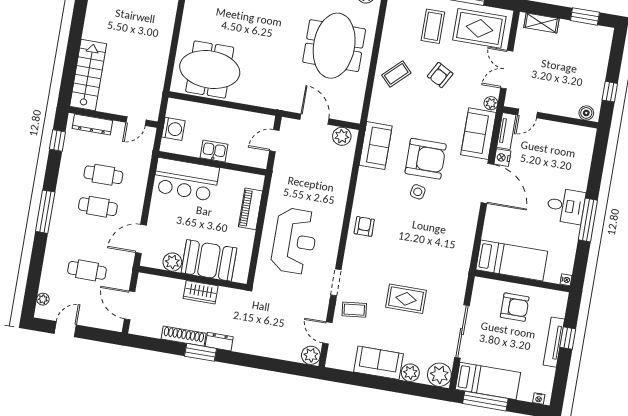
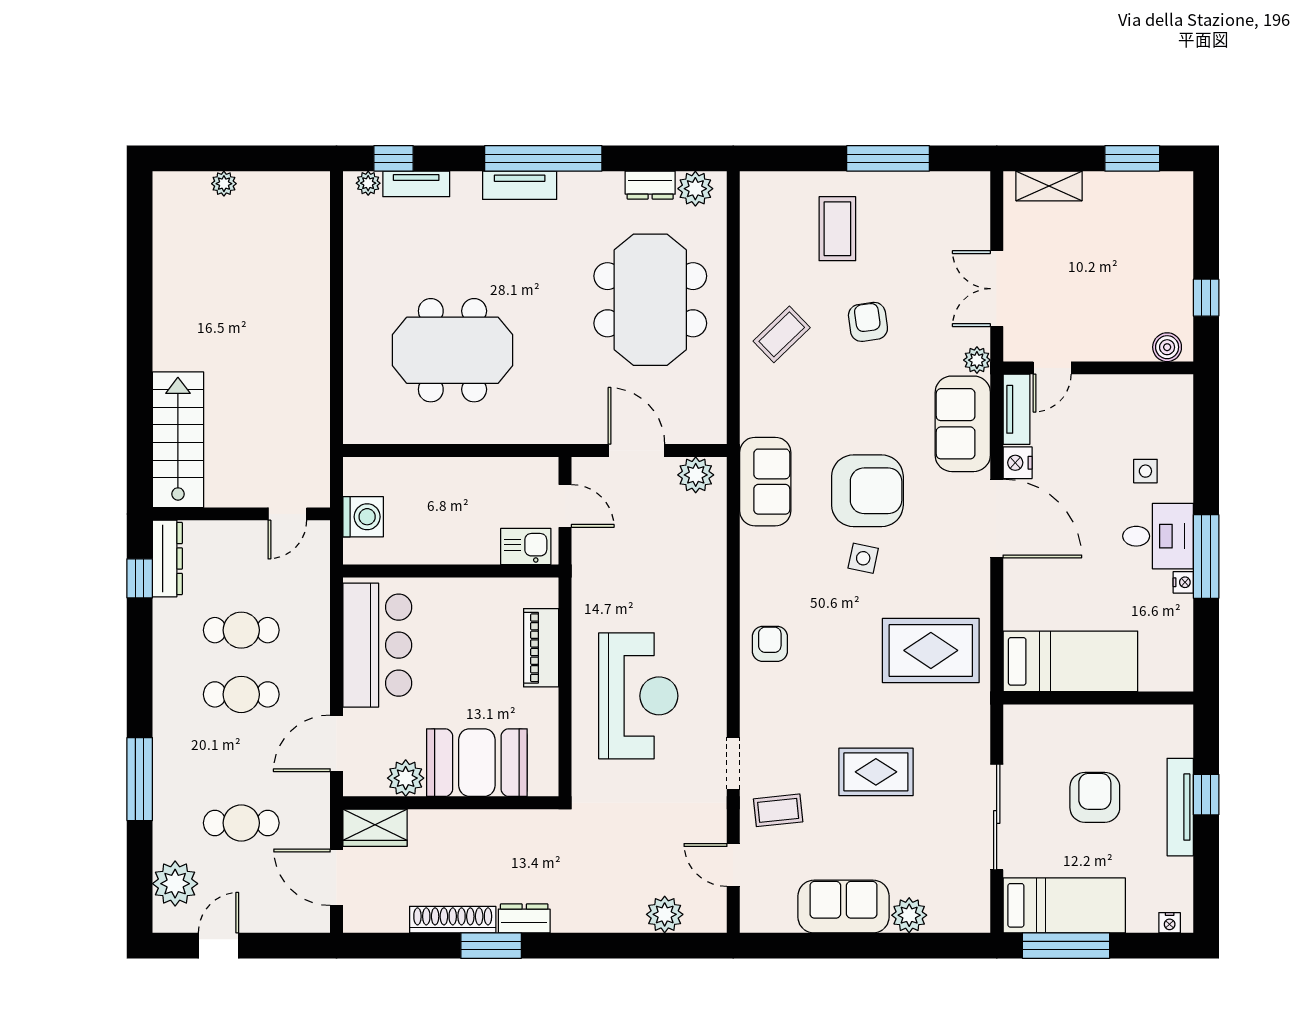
rug: (479, 28) -> (931, 650), moved
meeting table: (210, 69) -> (452, 350), moved
armchair: (440, 75) -> (868, 322), turned 143
dresser: (92, 124) -> (167, 559), moved, turned -90
door: (274, 141) -> (565, 506), swing flipped
kitchen sink: (214, 151) -> (526, 547), moved
side table: (565, 173) -> (1145, 471), added
bar counter: (186, 180) -> (377, 645), moved, turned -90
window: (45, 212) -> (140, 779), moved
nightstand: (566, 280) -> (1183, 582), moved
wardrobe: (201, 292) -> (375, 828), moved
plant: (43, 299) -> (175, 884), width x1.87, depth x1.87
armchair: (515, 307) -> (1095, 797), moved, turned -90
plant: (311, 355) -> (665, 914), moved
plant: (439, 375) -> (967, 909), removed

